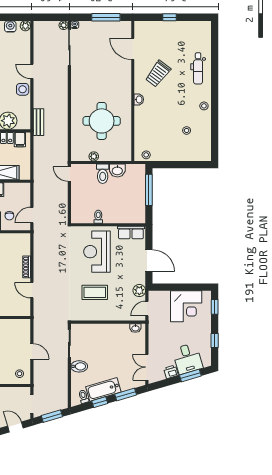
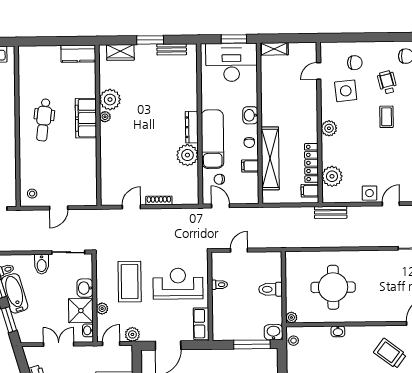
washbasin: (139, 99) -> (338, 331), moved
plant: (94, 156) -> (291, 317), moved
washbasin: (117, 170) -> (273, 332), moved, turned 90
door: (69, 174) -> (239, 250), moved
coffee table: (95, 292) -> (130, 282), width x1.36, depth x1.32
door: (147, 309) -> (111, 344), hinge flipped
plant: (117, 316) -> (102, 309), added
washbasin: (100, 330) -> (85, 288), added
shower: (119, 334) -> (81, 311), added
double door: (147, 367) -> (59, 344), moved

